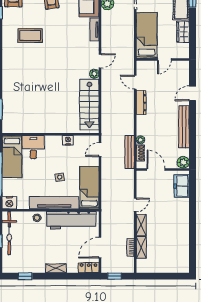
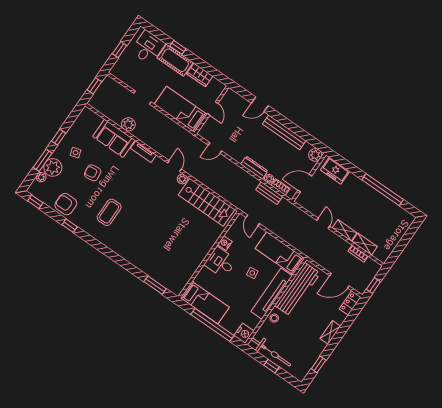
door: (192, 93) -> (260, 104), hinge flipped
dresser: (141, 103) -> (254, 168), moved
desk: (33, 147) -> (220, 262), moved
bench: (130, 152) -> (269, 193), width x0.73
window: (192, 232) -> (383, 190), added
door: (100, 248) -> (339, 281), hinge flipped

